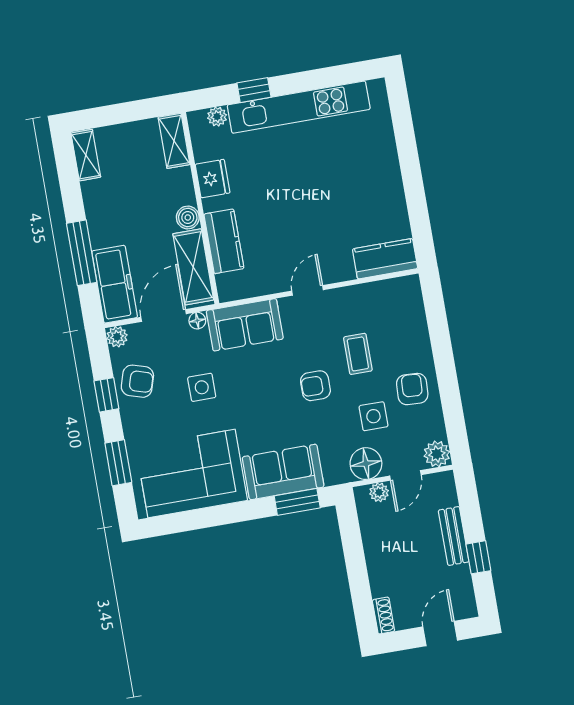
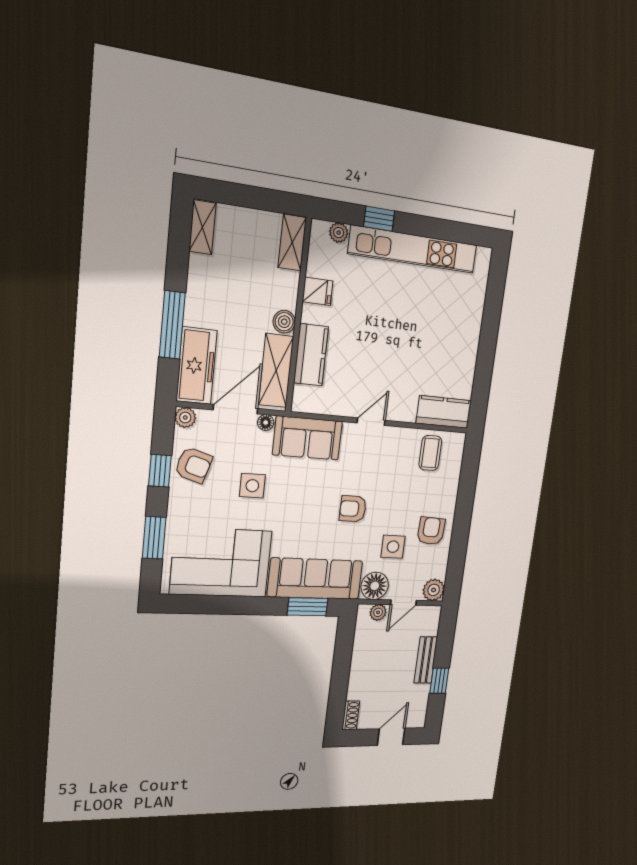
fridge: (213, 179) -> (318, 291), width x0.72
coffee table: (358, 354) -> (430, 453), moved
sofa: (283, 472) -> (315, 579), width x1.36

